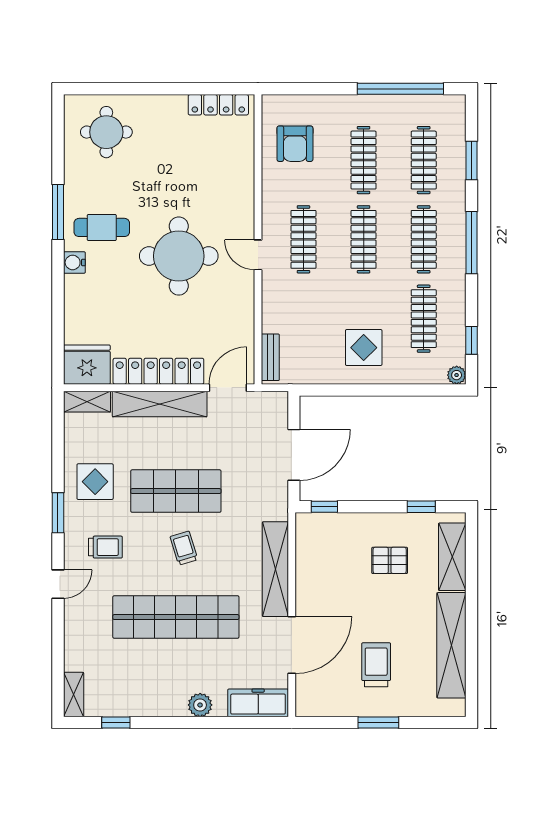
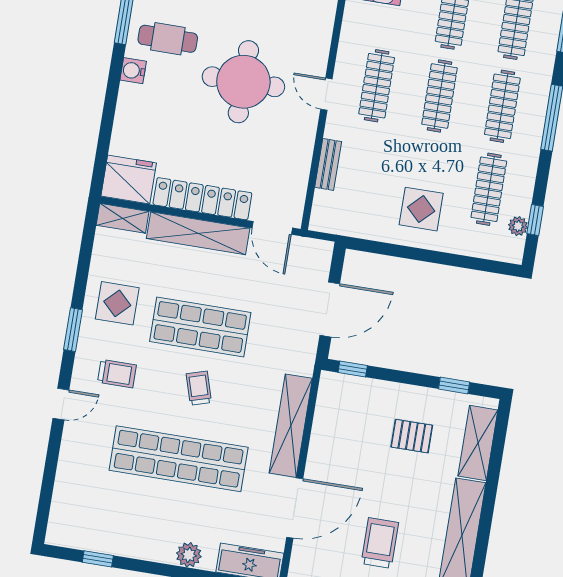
bench: (270, 357) -> (328, 164), moved
plant: (457, 375) -> (518, 226), moved
door: (228, 388) -> (272, 228), swing flipped
shelving: (74, 695) -> (58, 522), removed

